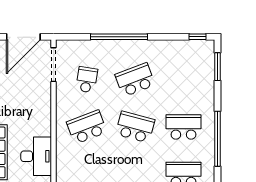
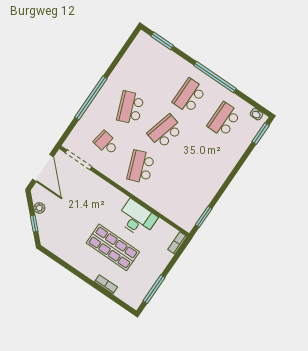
window: (197, 37) -> (130, 40), removed

